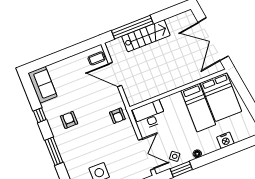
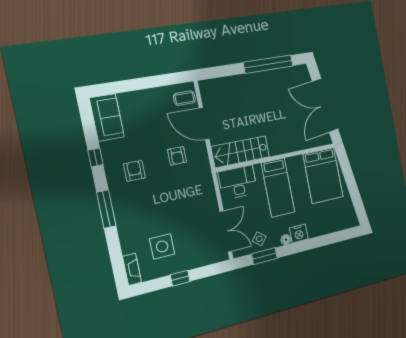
window: (132, 27) -> (268, 64), moved
stairs: (146, 36) -> (240, 152), moved, turned 180
bed: (198, 108) -> (278, 188), moved
armchair: (117, 116) -> (177, 156), moved
nightstand: (225, 140) -> (299, 233), moved

